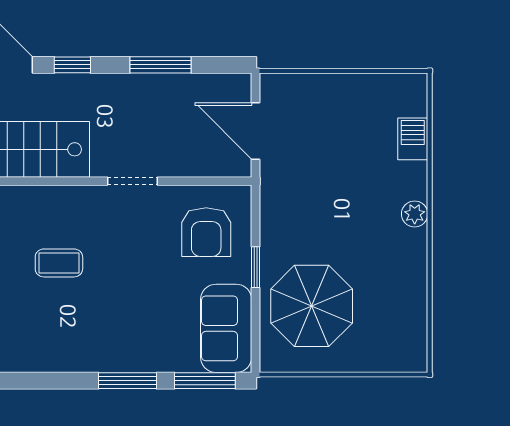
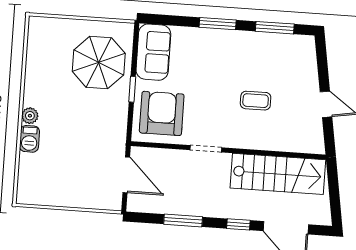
barbecue: (413, 139) -> (29, 139), moved
armchair: (206, 232) -> (162, 113), width x1.36, depth x1.36
window: (205, 381) -> (275, 28), moved

